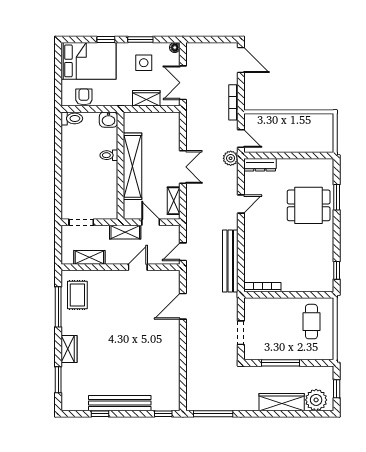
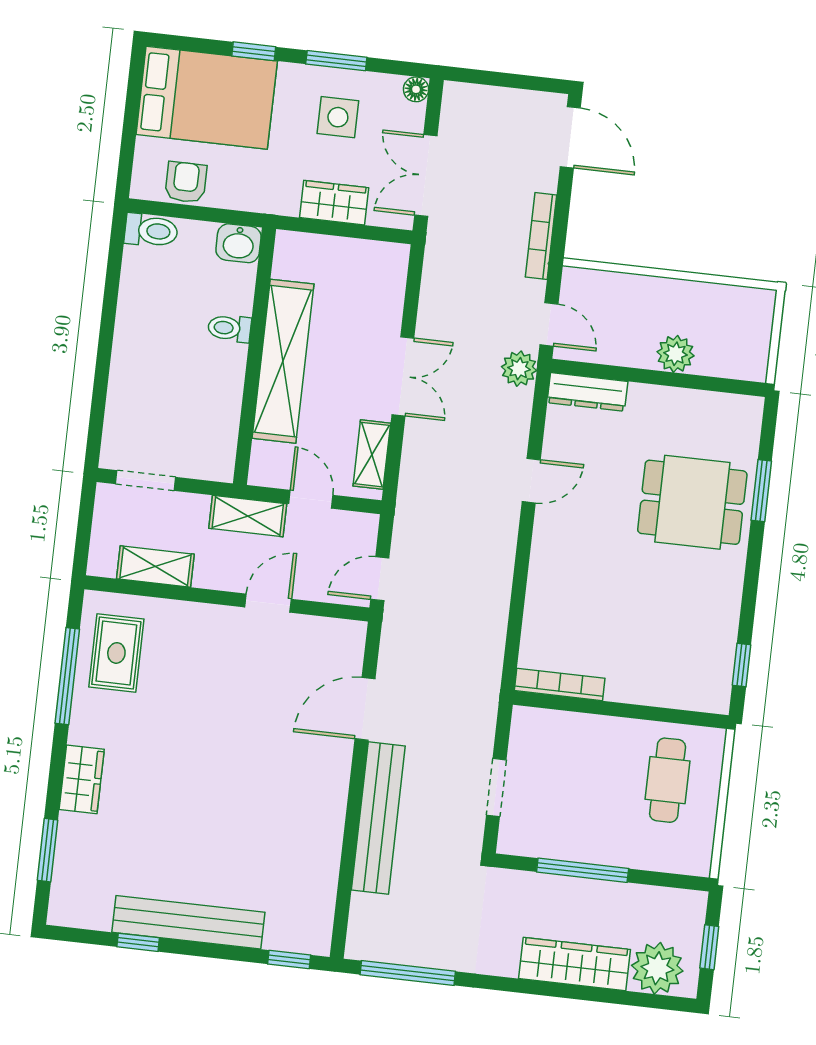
plant: (295, 145) -> (675, 354), added
bench: (230, 261) -> (378, 818), moved

